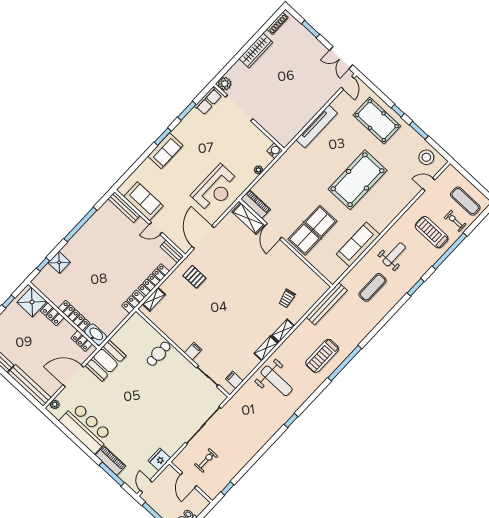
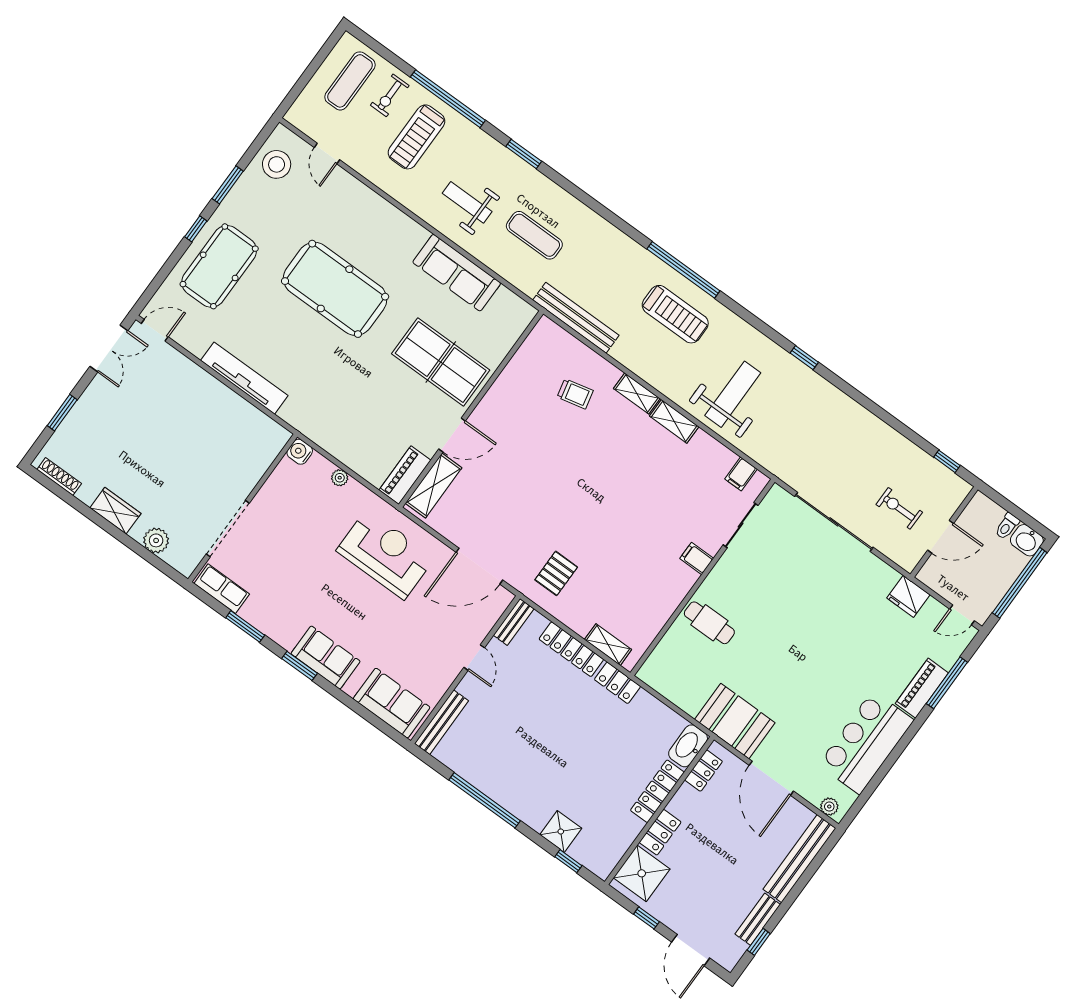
wardrobe: (256, 50) -> (115, 511), width x0.67
plant: (225, 84) -> (156, 540), moved
sofa: (143, 201) -> (392, 703), moved, turned 90

